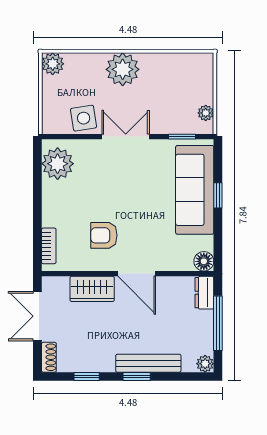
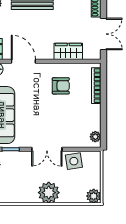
plant: (58, 164) -> (95, 137), width x0.53, depth x0.53
bookcase: (49, 246) -> (96, 86), width x1.56
door: (137, 274) -> (23, 61), moved

